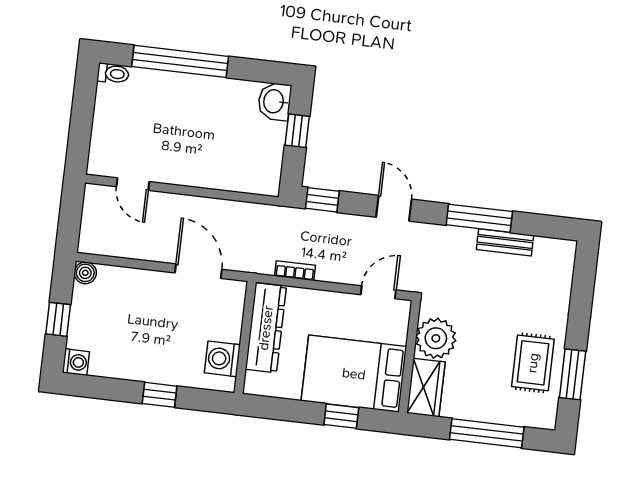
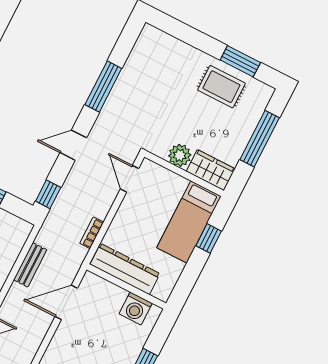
bench: (505, 242) -> (30, 265), moved
plant: (436, 338) -> (180, 155), width x0.73, depth x0.73
bed: (354, 374) -> (189, 222), width x0.67

